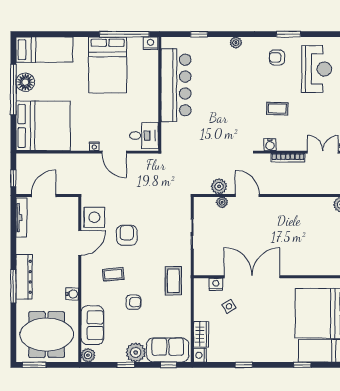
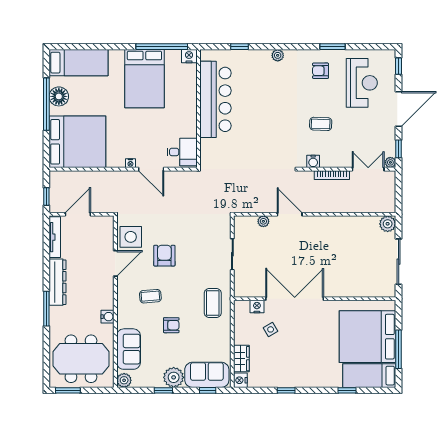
plant: (219, 186) -> (260, 205), removed
dresser: (24, 277) -> (57, 282), moved

